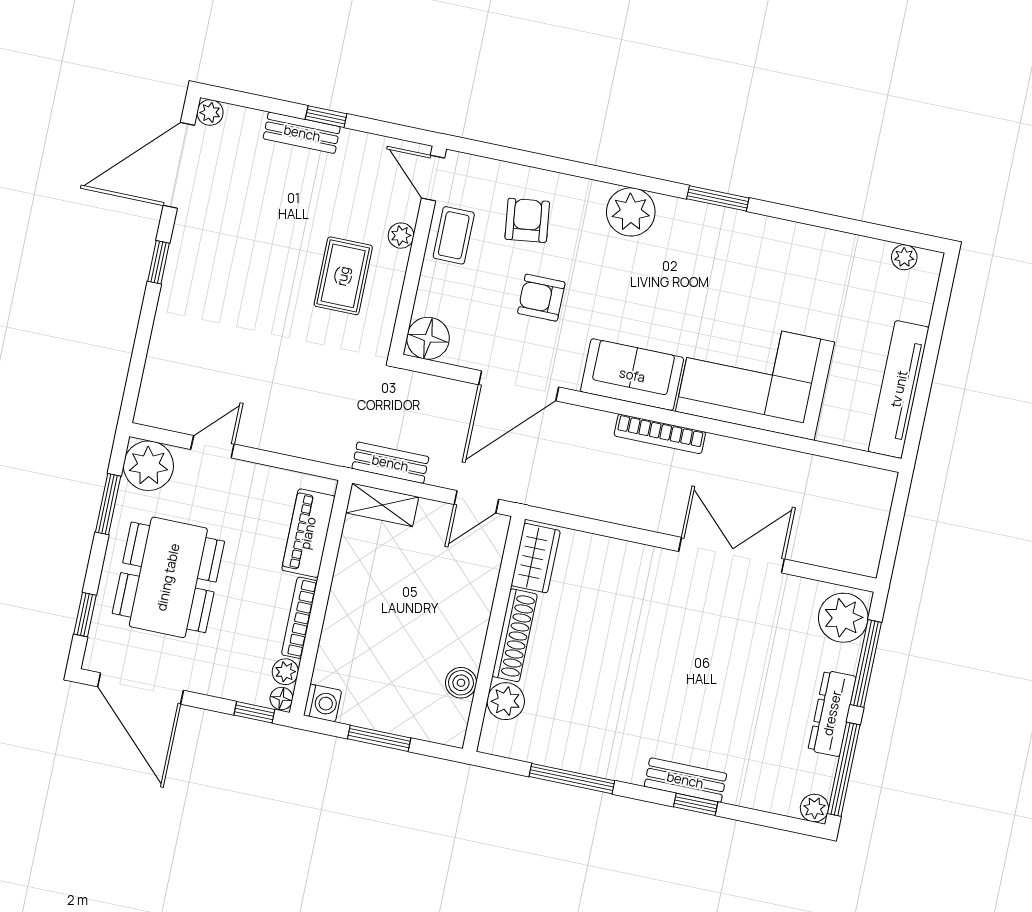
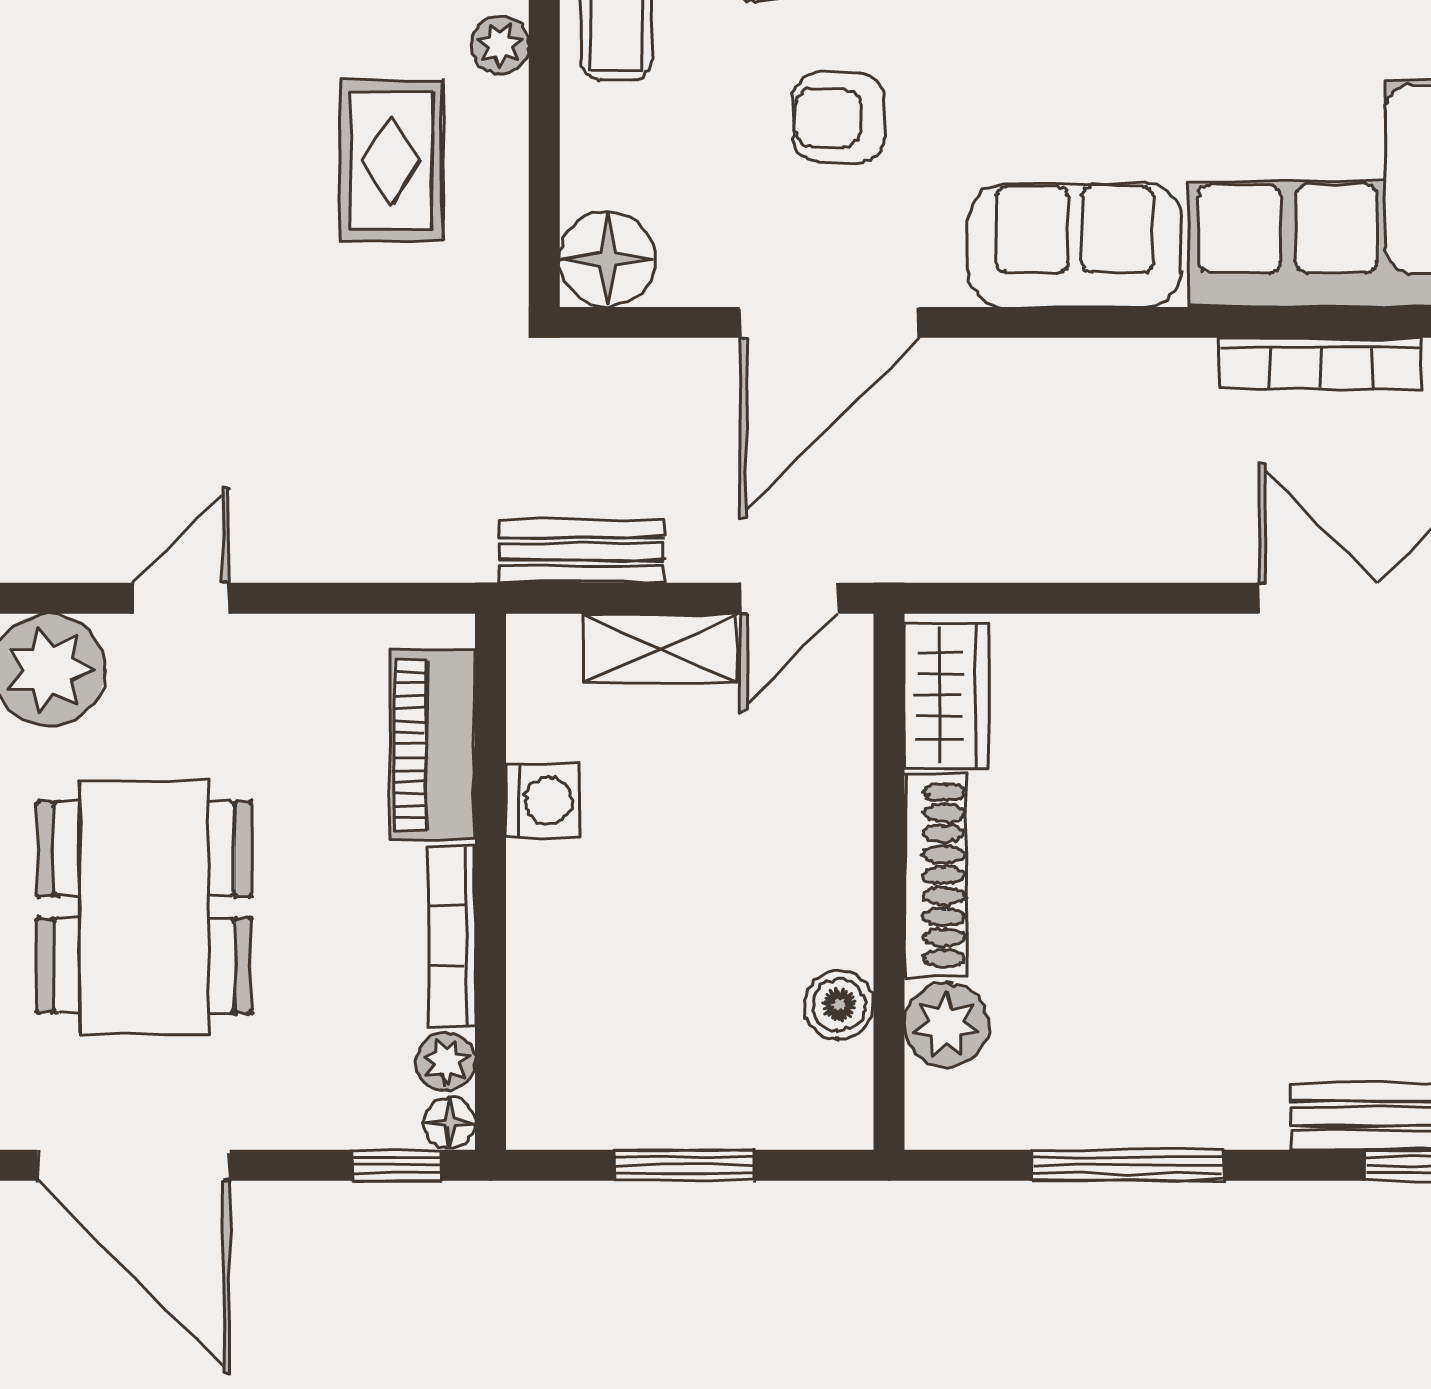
bookcase: (660, 434) -> (1320, 364), moved
shelving: (382, 505) -> (660, 648), moved
washing machine: (323, 703) -> (543, 801), moved

